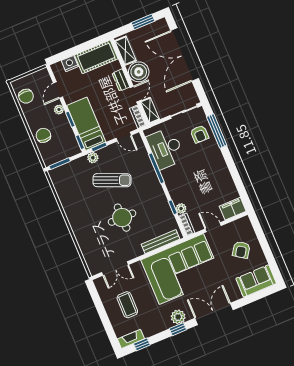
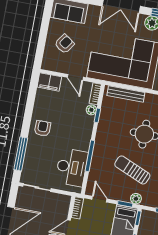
shelving: (150, 110) -> (64, 207), removed
armchair: (199, 134) -> (43, 128), moved

